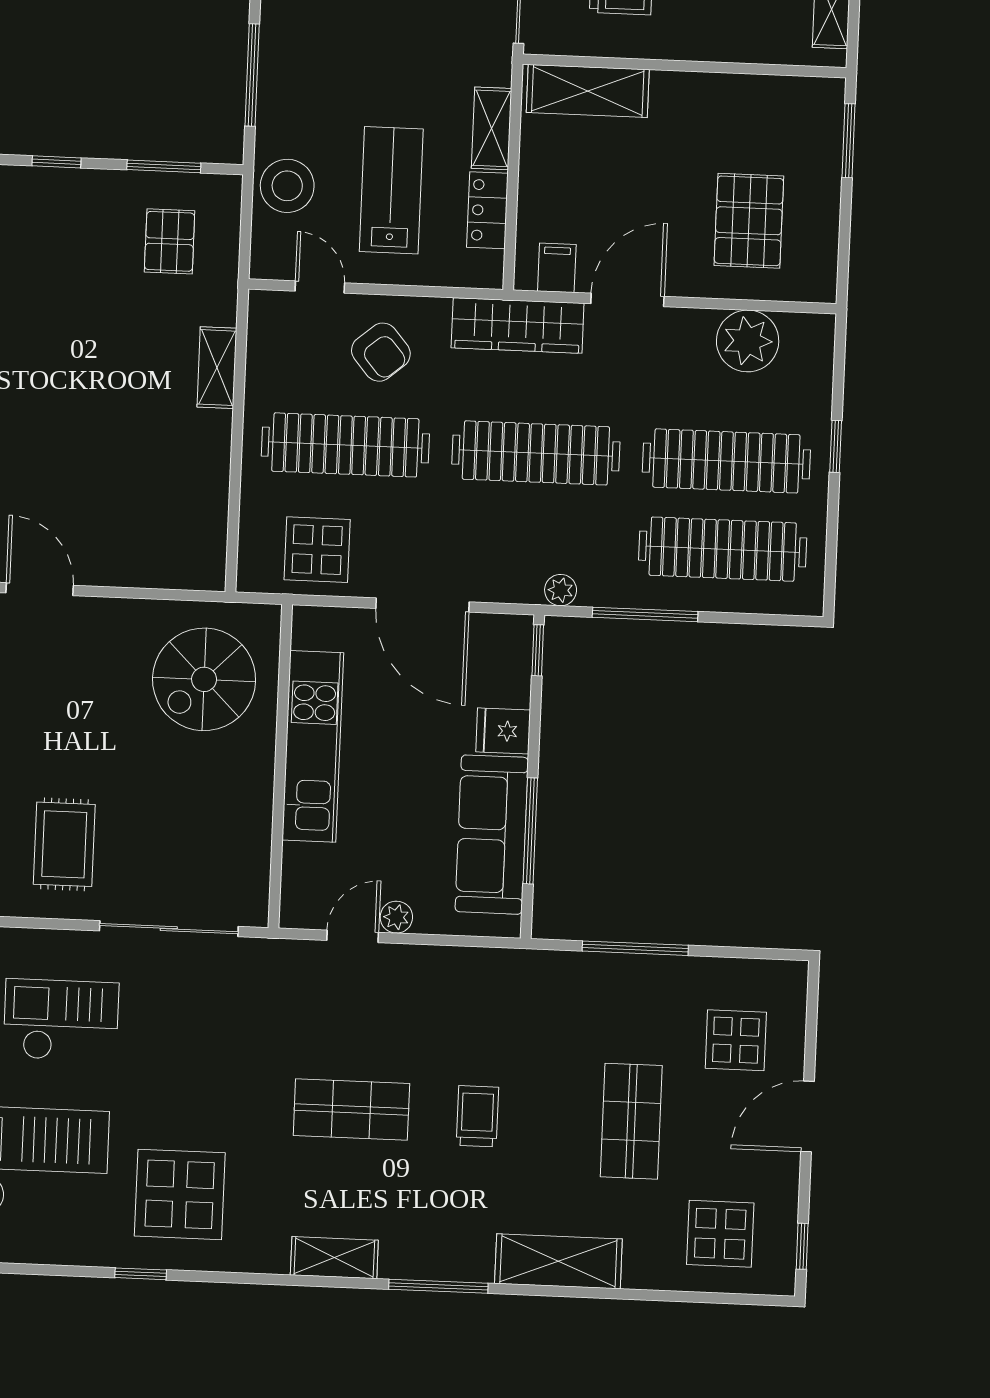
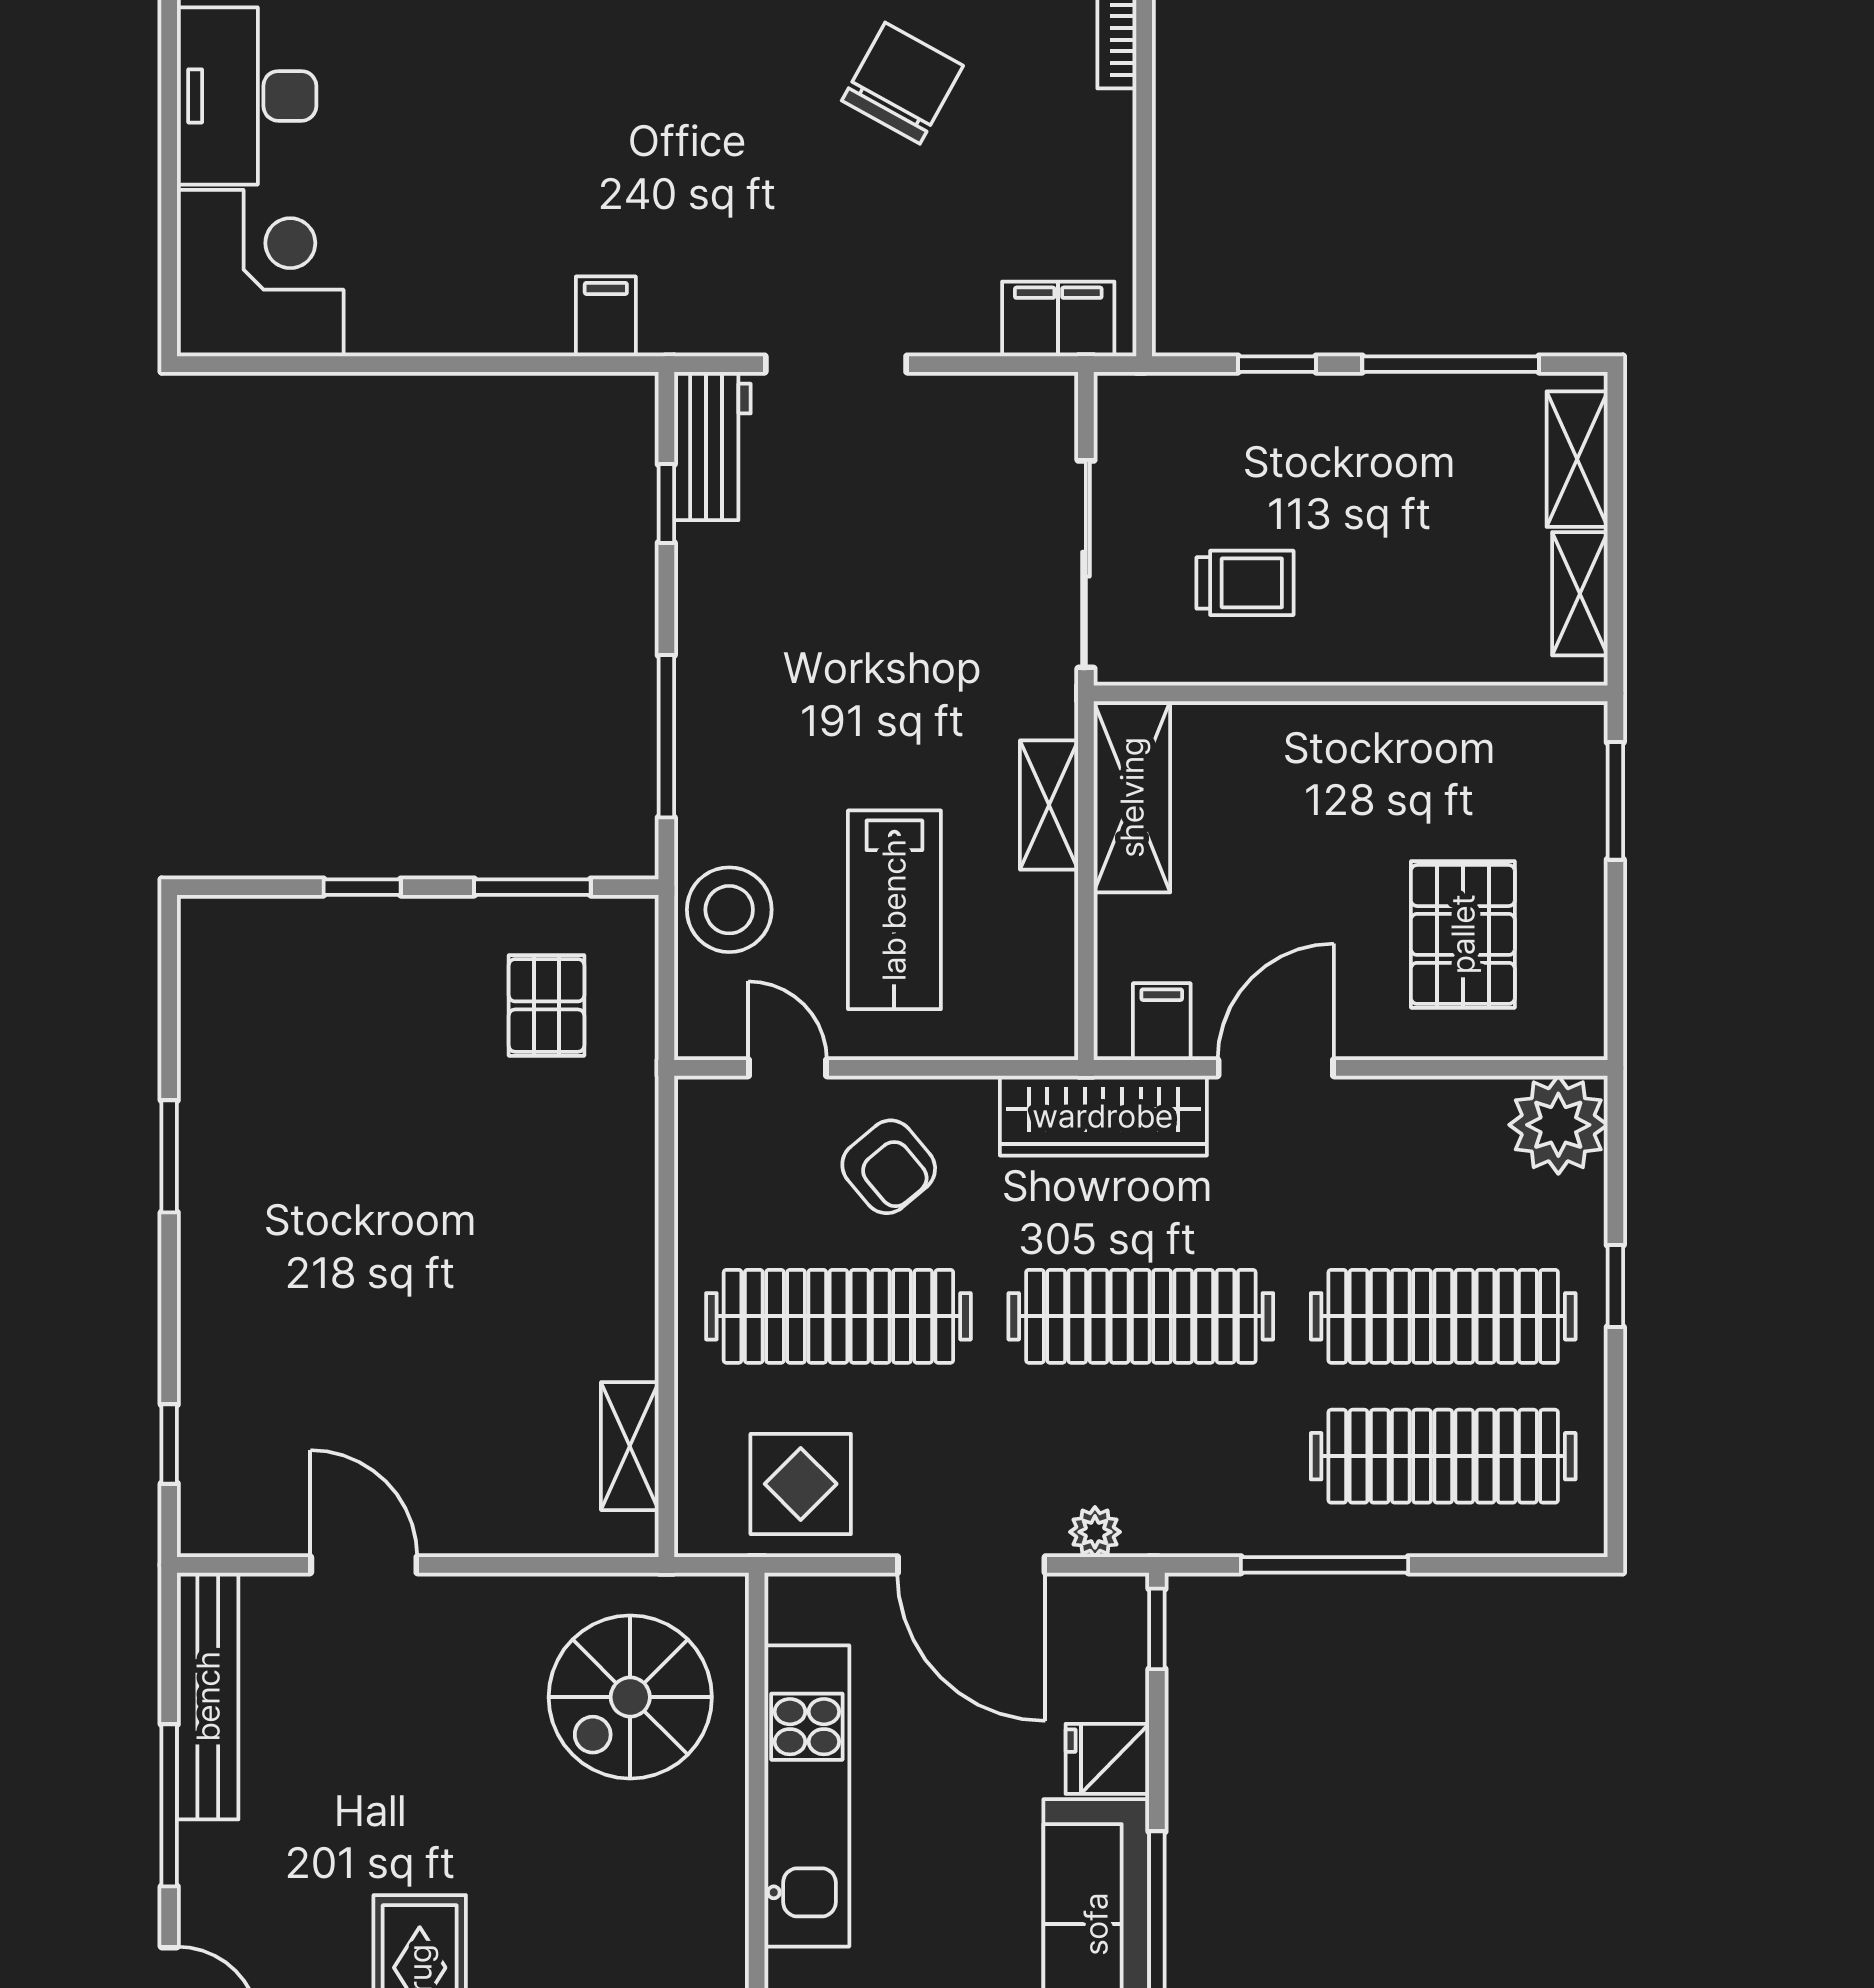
shelving: (588, 91) -> (1132, 797), moved, turned 90
lab bench: (391, 190) -> (894, 910), turned 180
locker: (487, 210) -> (1048, 935), removed
plant: (748, 341) -> (1558, 1125), moved
shelving: (217, 368) -> (630, 1446), moved
plant: (561, 590) -> (1095, 1532), moved

